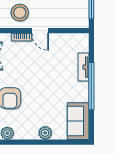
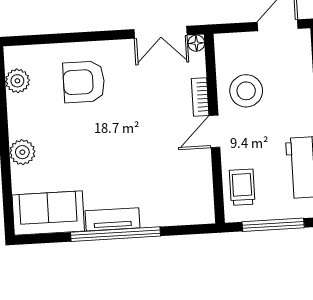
trolley: (71, 18) -> (242, 187), added
tv unit: (83, 67) -> (112, 219), moved

